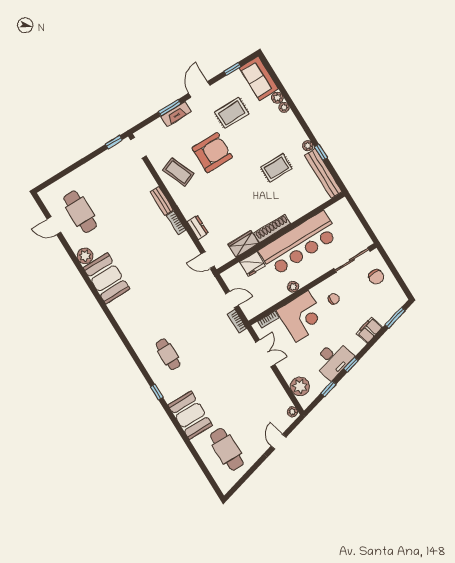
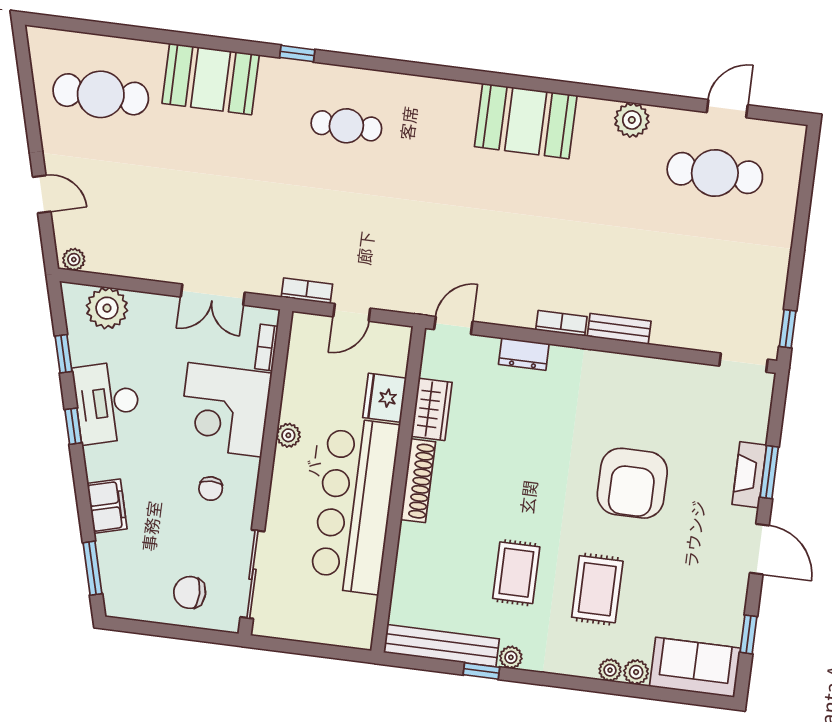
rug: (232, 113) -> (597, 589), moved
coffee table: (178, 172) -> (646, 398), removed
booth: (107, 278) -> (526, 121), moved

